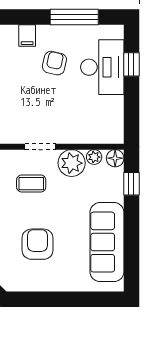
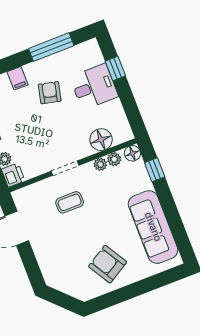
desk: (102, 67) -> (94, 87), width x0.73
floor lamp: (88, 132) -> (101, 140), added
plant: (72, 163) -> (100, 164), width x0.53, depth x0.53
armchair: (38, 244) -> (108, 264), moved, turned -31

